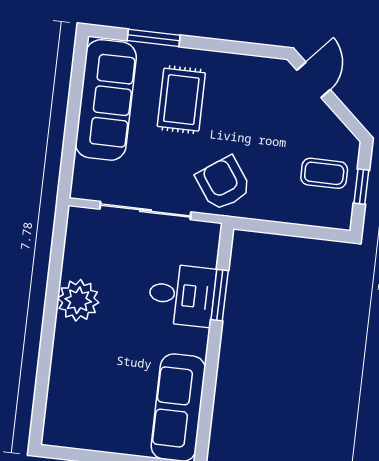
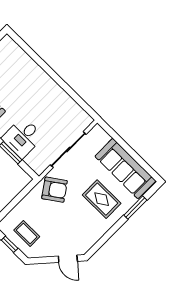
coffee table: (324, 173) -> (27, 233), turned 90
plant: (78, 300) -> (53, 94), removed

